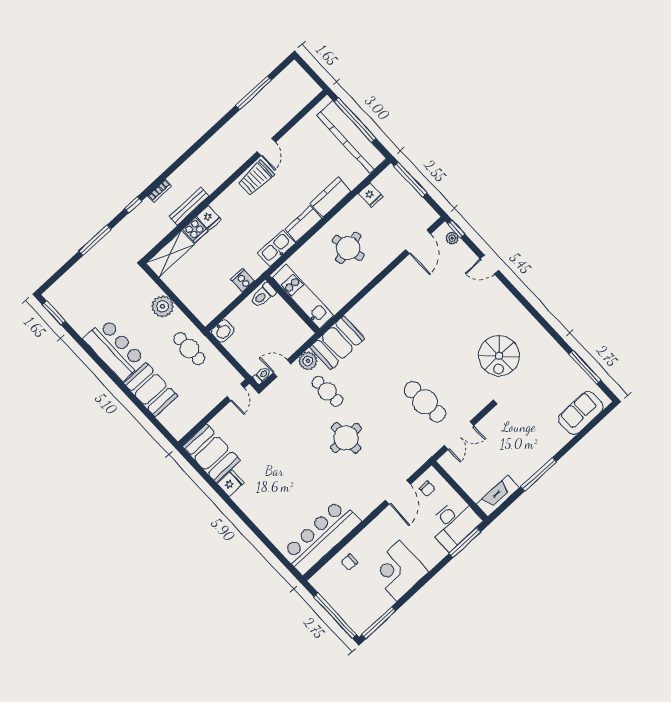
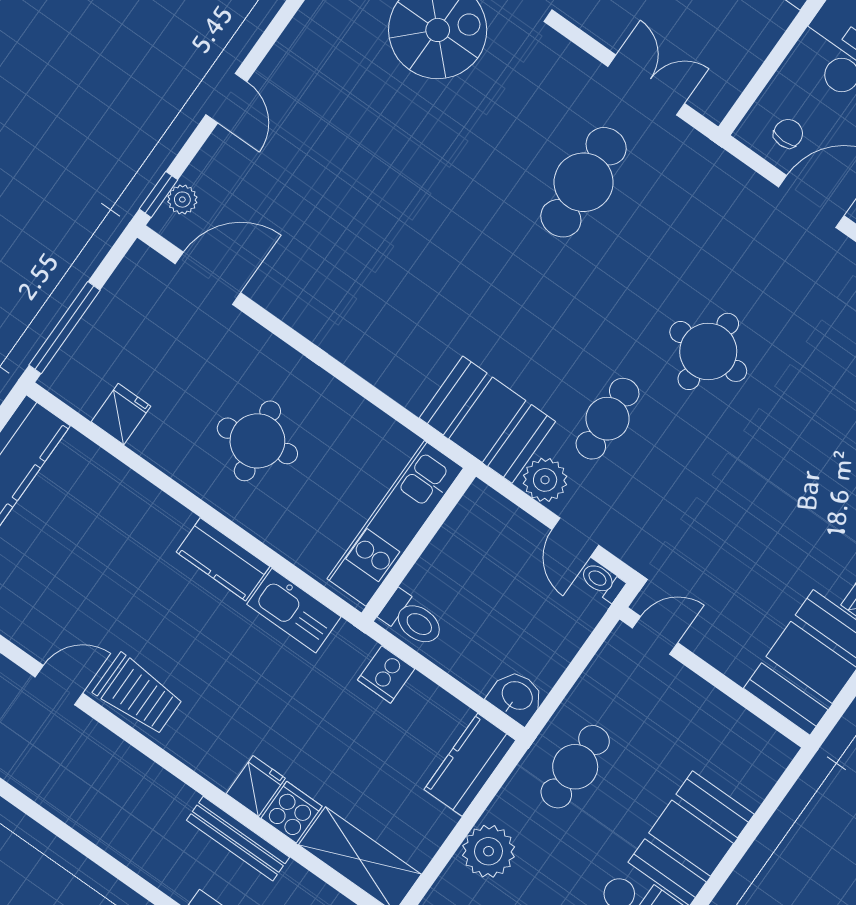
kitchen counter: (331, 197) -> (470, 765), moved, turned 90

